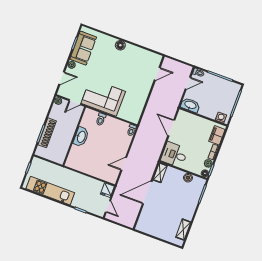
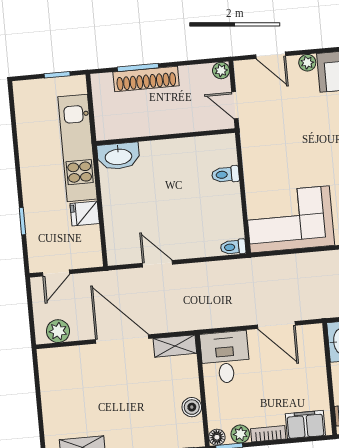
corner sofa: (103, 97) -> (290, 219), moved, turned -90
door: (171, 128) -> (276, 325), swing flipped
washbasin: (81, 137) -> (118, 156), moved
fridge: (107, 190) -> (85, 214), moved
kitchen unit: (50, 191) -> (77, 148), moved, turned 180
plant: (132, 217) -> (58, 331), added

